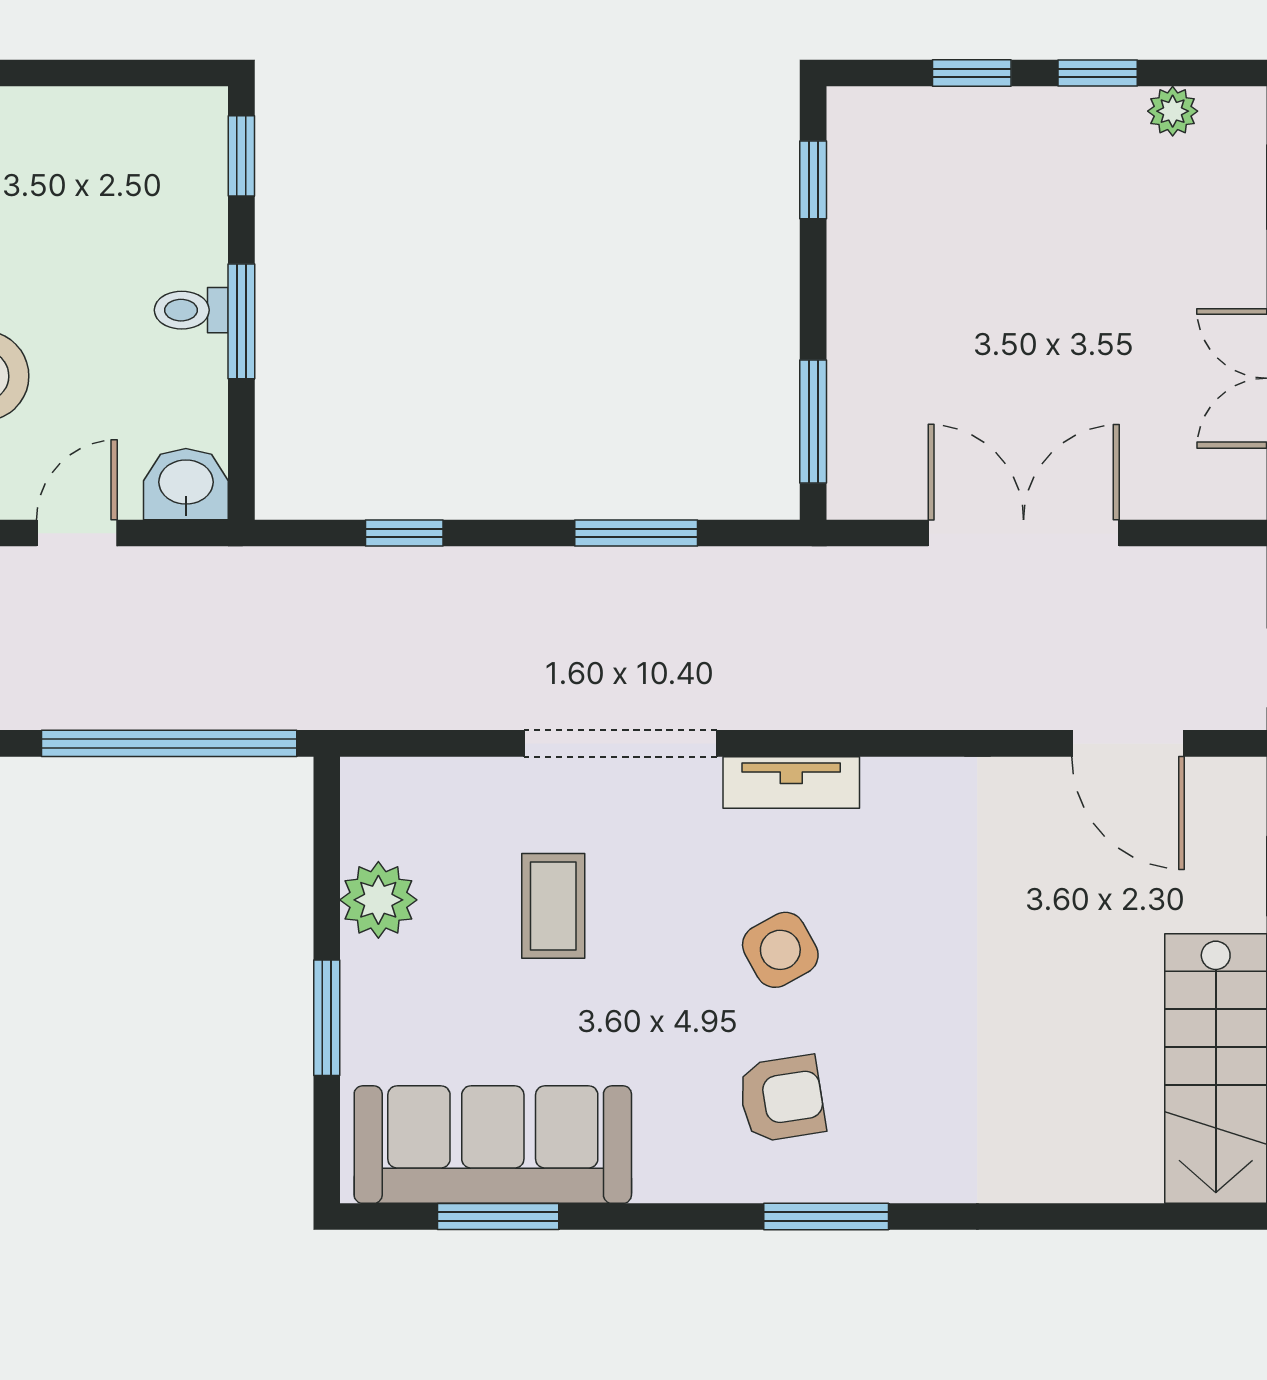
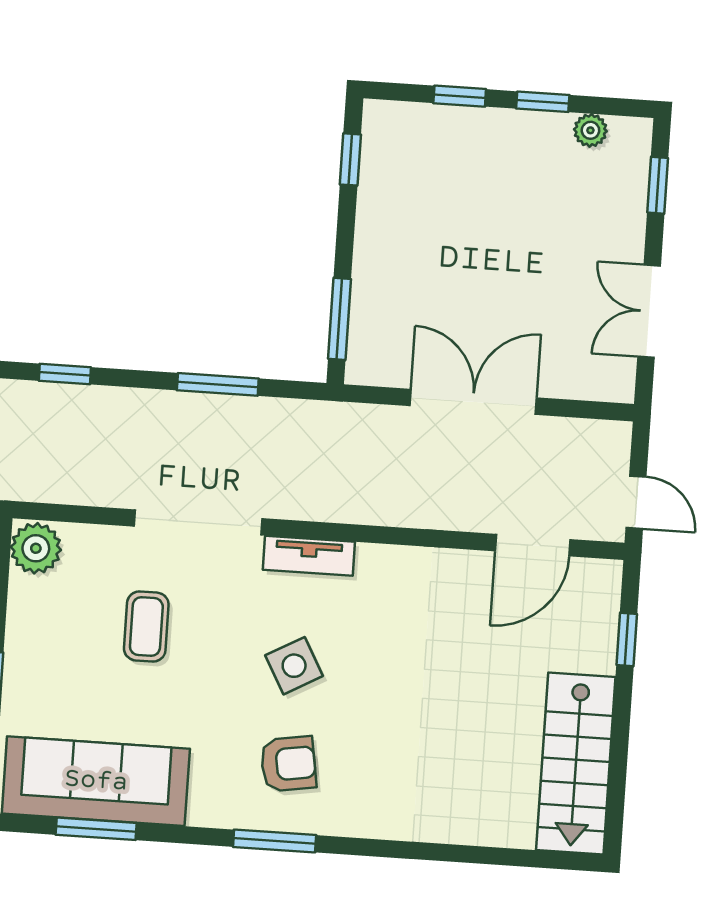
door: (1128, 743) -> (533, 545), hinge flipped
plant: (378, 900) -> (36, 548), moved
window: (826, 1217) -> (275, 841), moved

